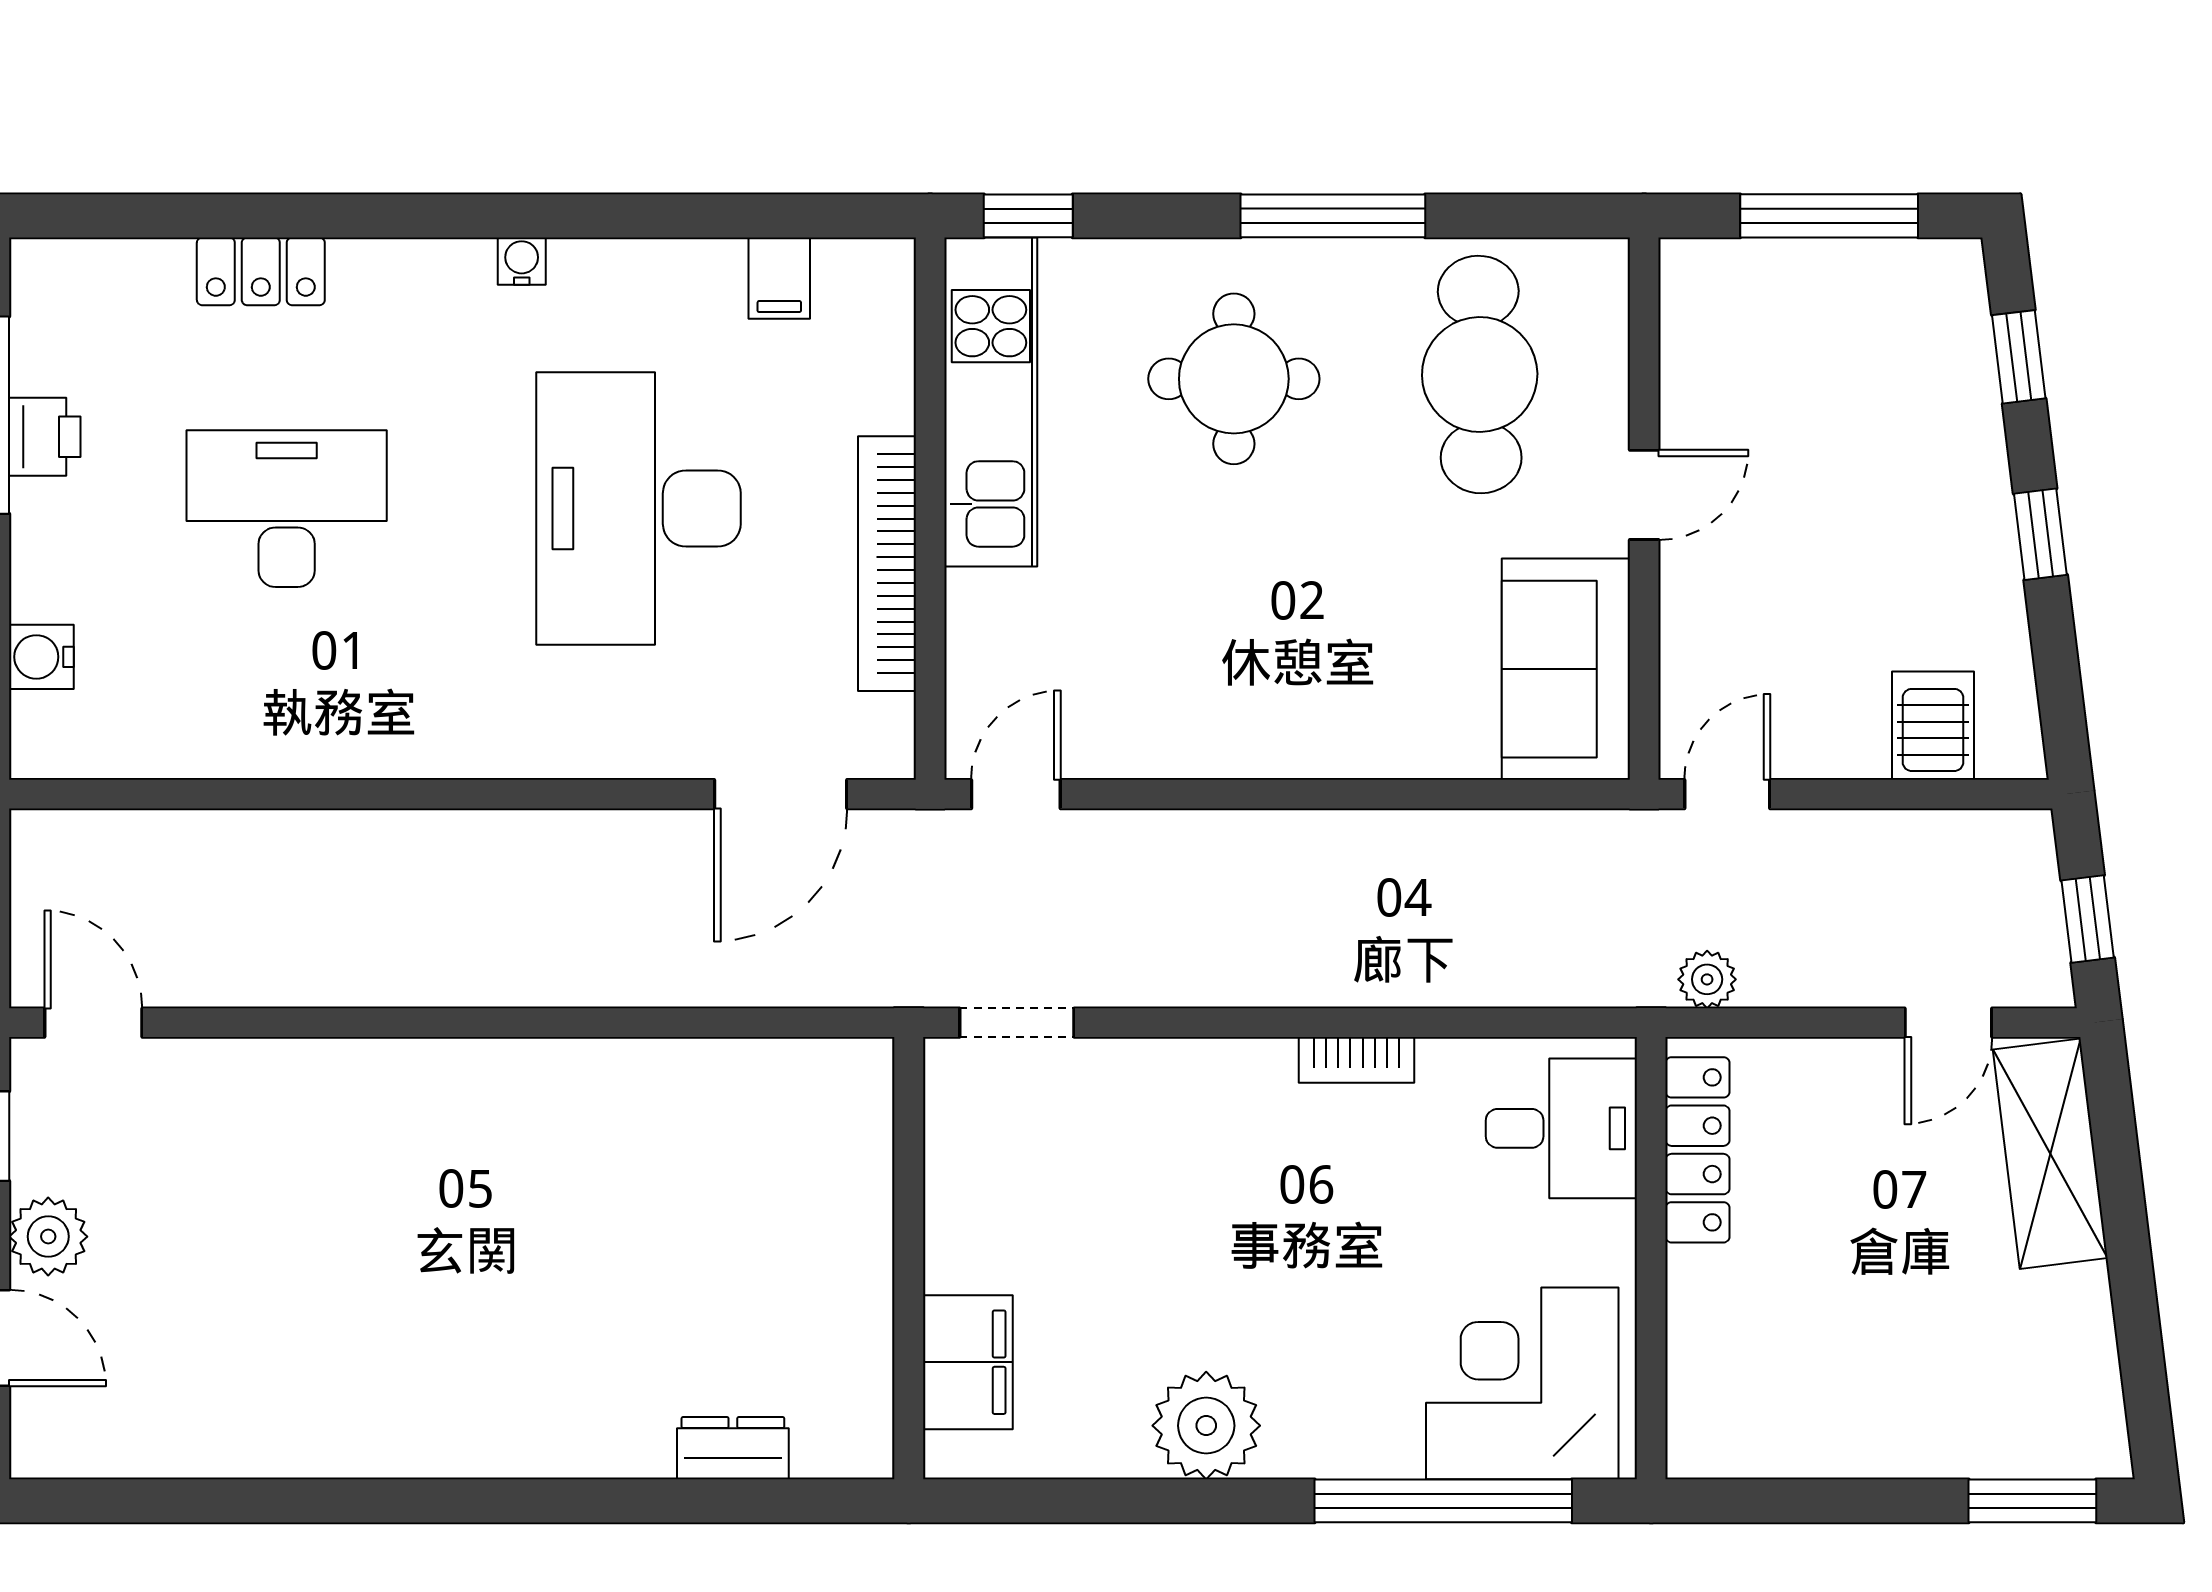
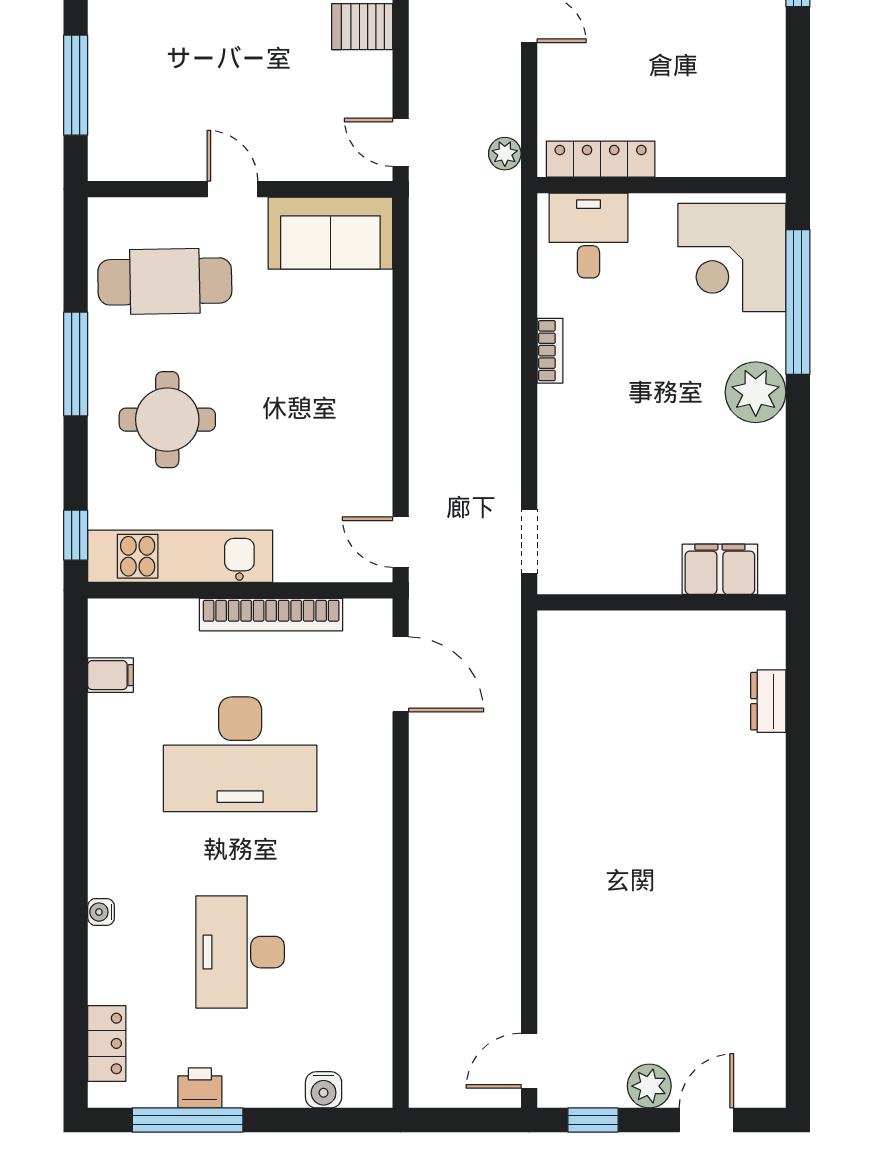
water cooler: (522, 261) -> (101, 912), moved
locker: (261, 271) -> (107, 1043), moved
plant: (1206, 1426) -> (756, 392), moved

